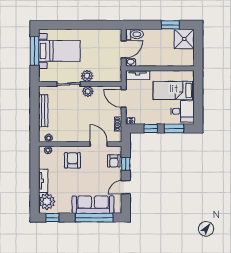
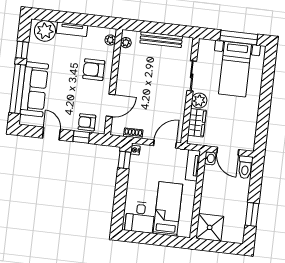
shower: (184, 39) -> (210, 227), moved
wardrobe: (104, 76) -> (197, 123), added
plant: (88, 91) -> (179, 99), removed
window: (151, 128) -> (124, 160), moved
window: (174, 128) -> (119, 204), removed
armchair: (72, 160) -> (94, 70), turned 180
window: (52, 218) -> (22, 50), moved

